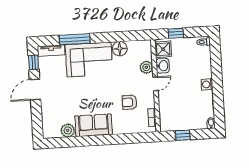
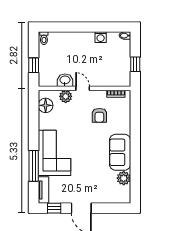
floor lamp: (120, 49) -> (46, 105), moved
shower: (163, 49) -> (49, 79), removed
washing machine: (207, 84) -> (101, 37), moved

